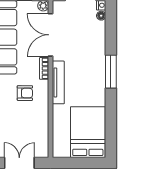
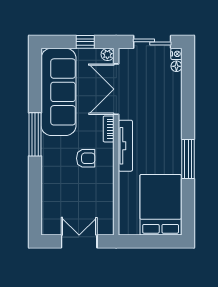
window: (111, 72) -> (188, 159), moved

